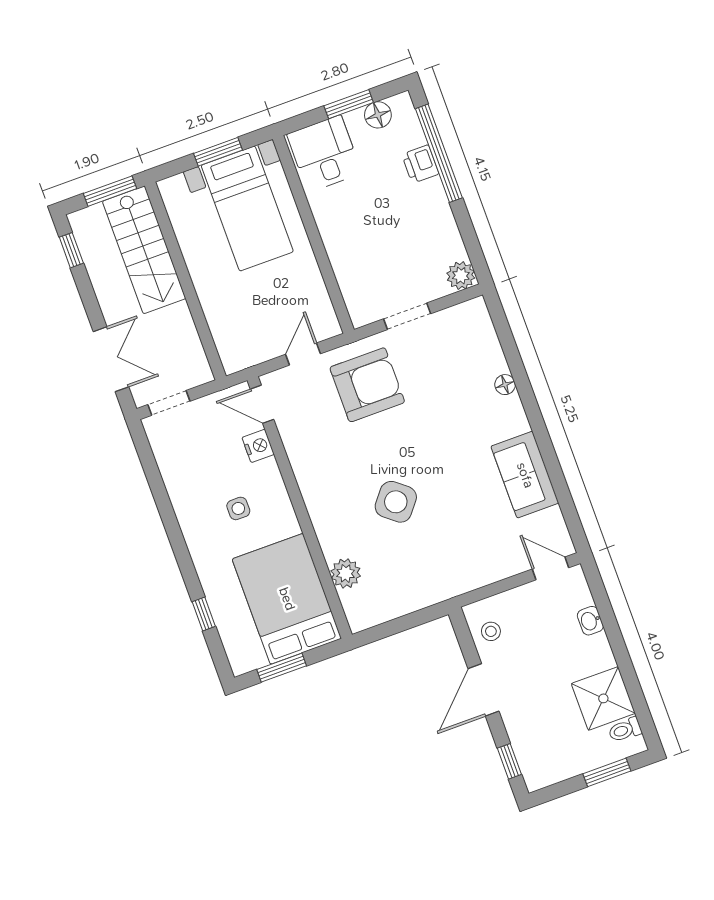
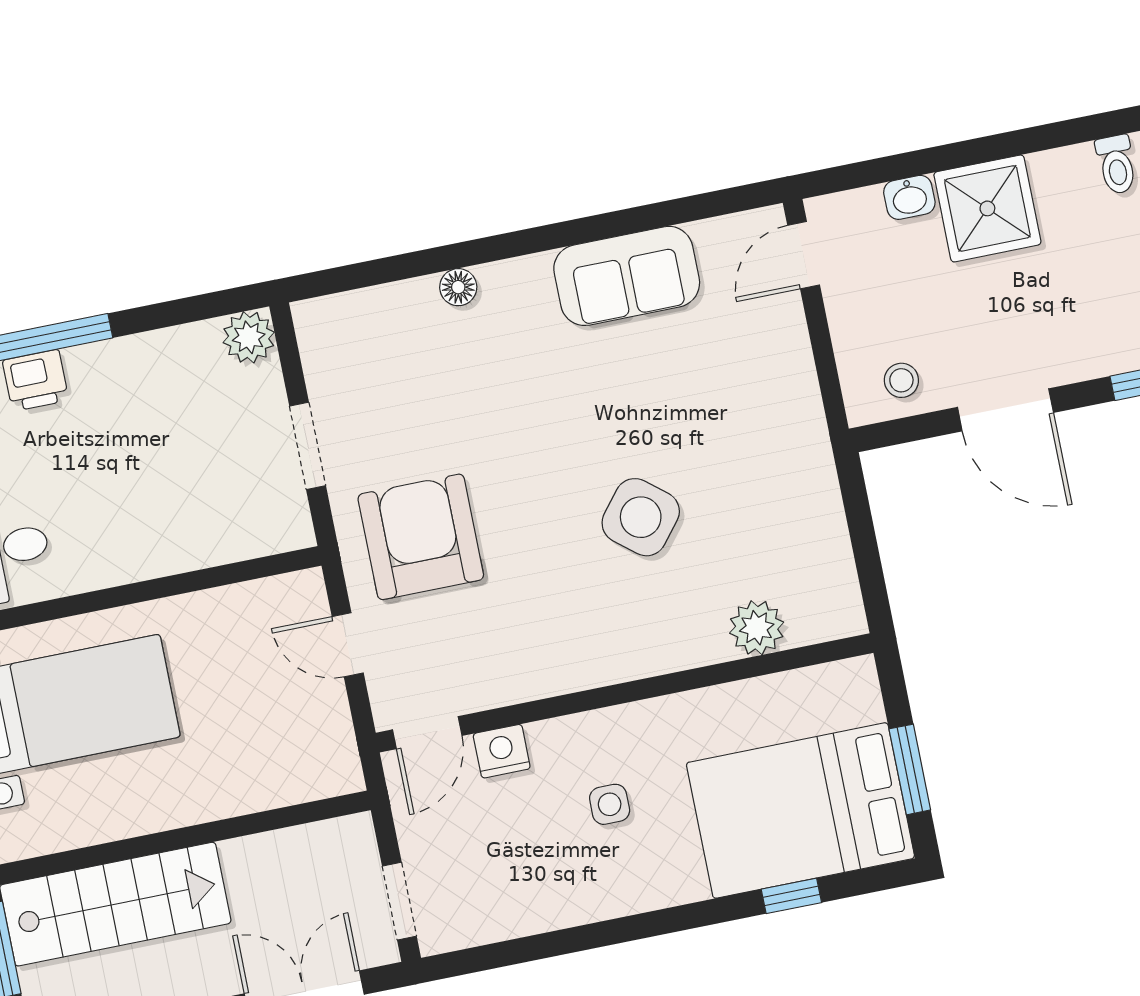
bed: (287, 599) -> (800, 810), moved
shower: (603, 698) -> (987, 208), moved

